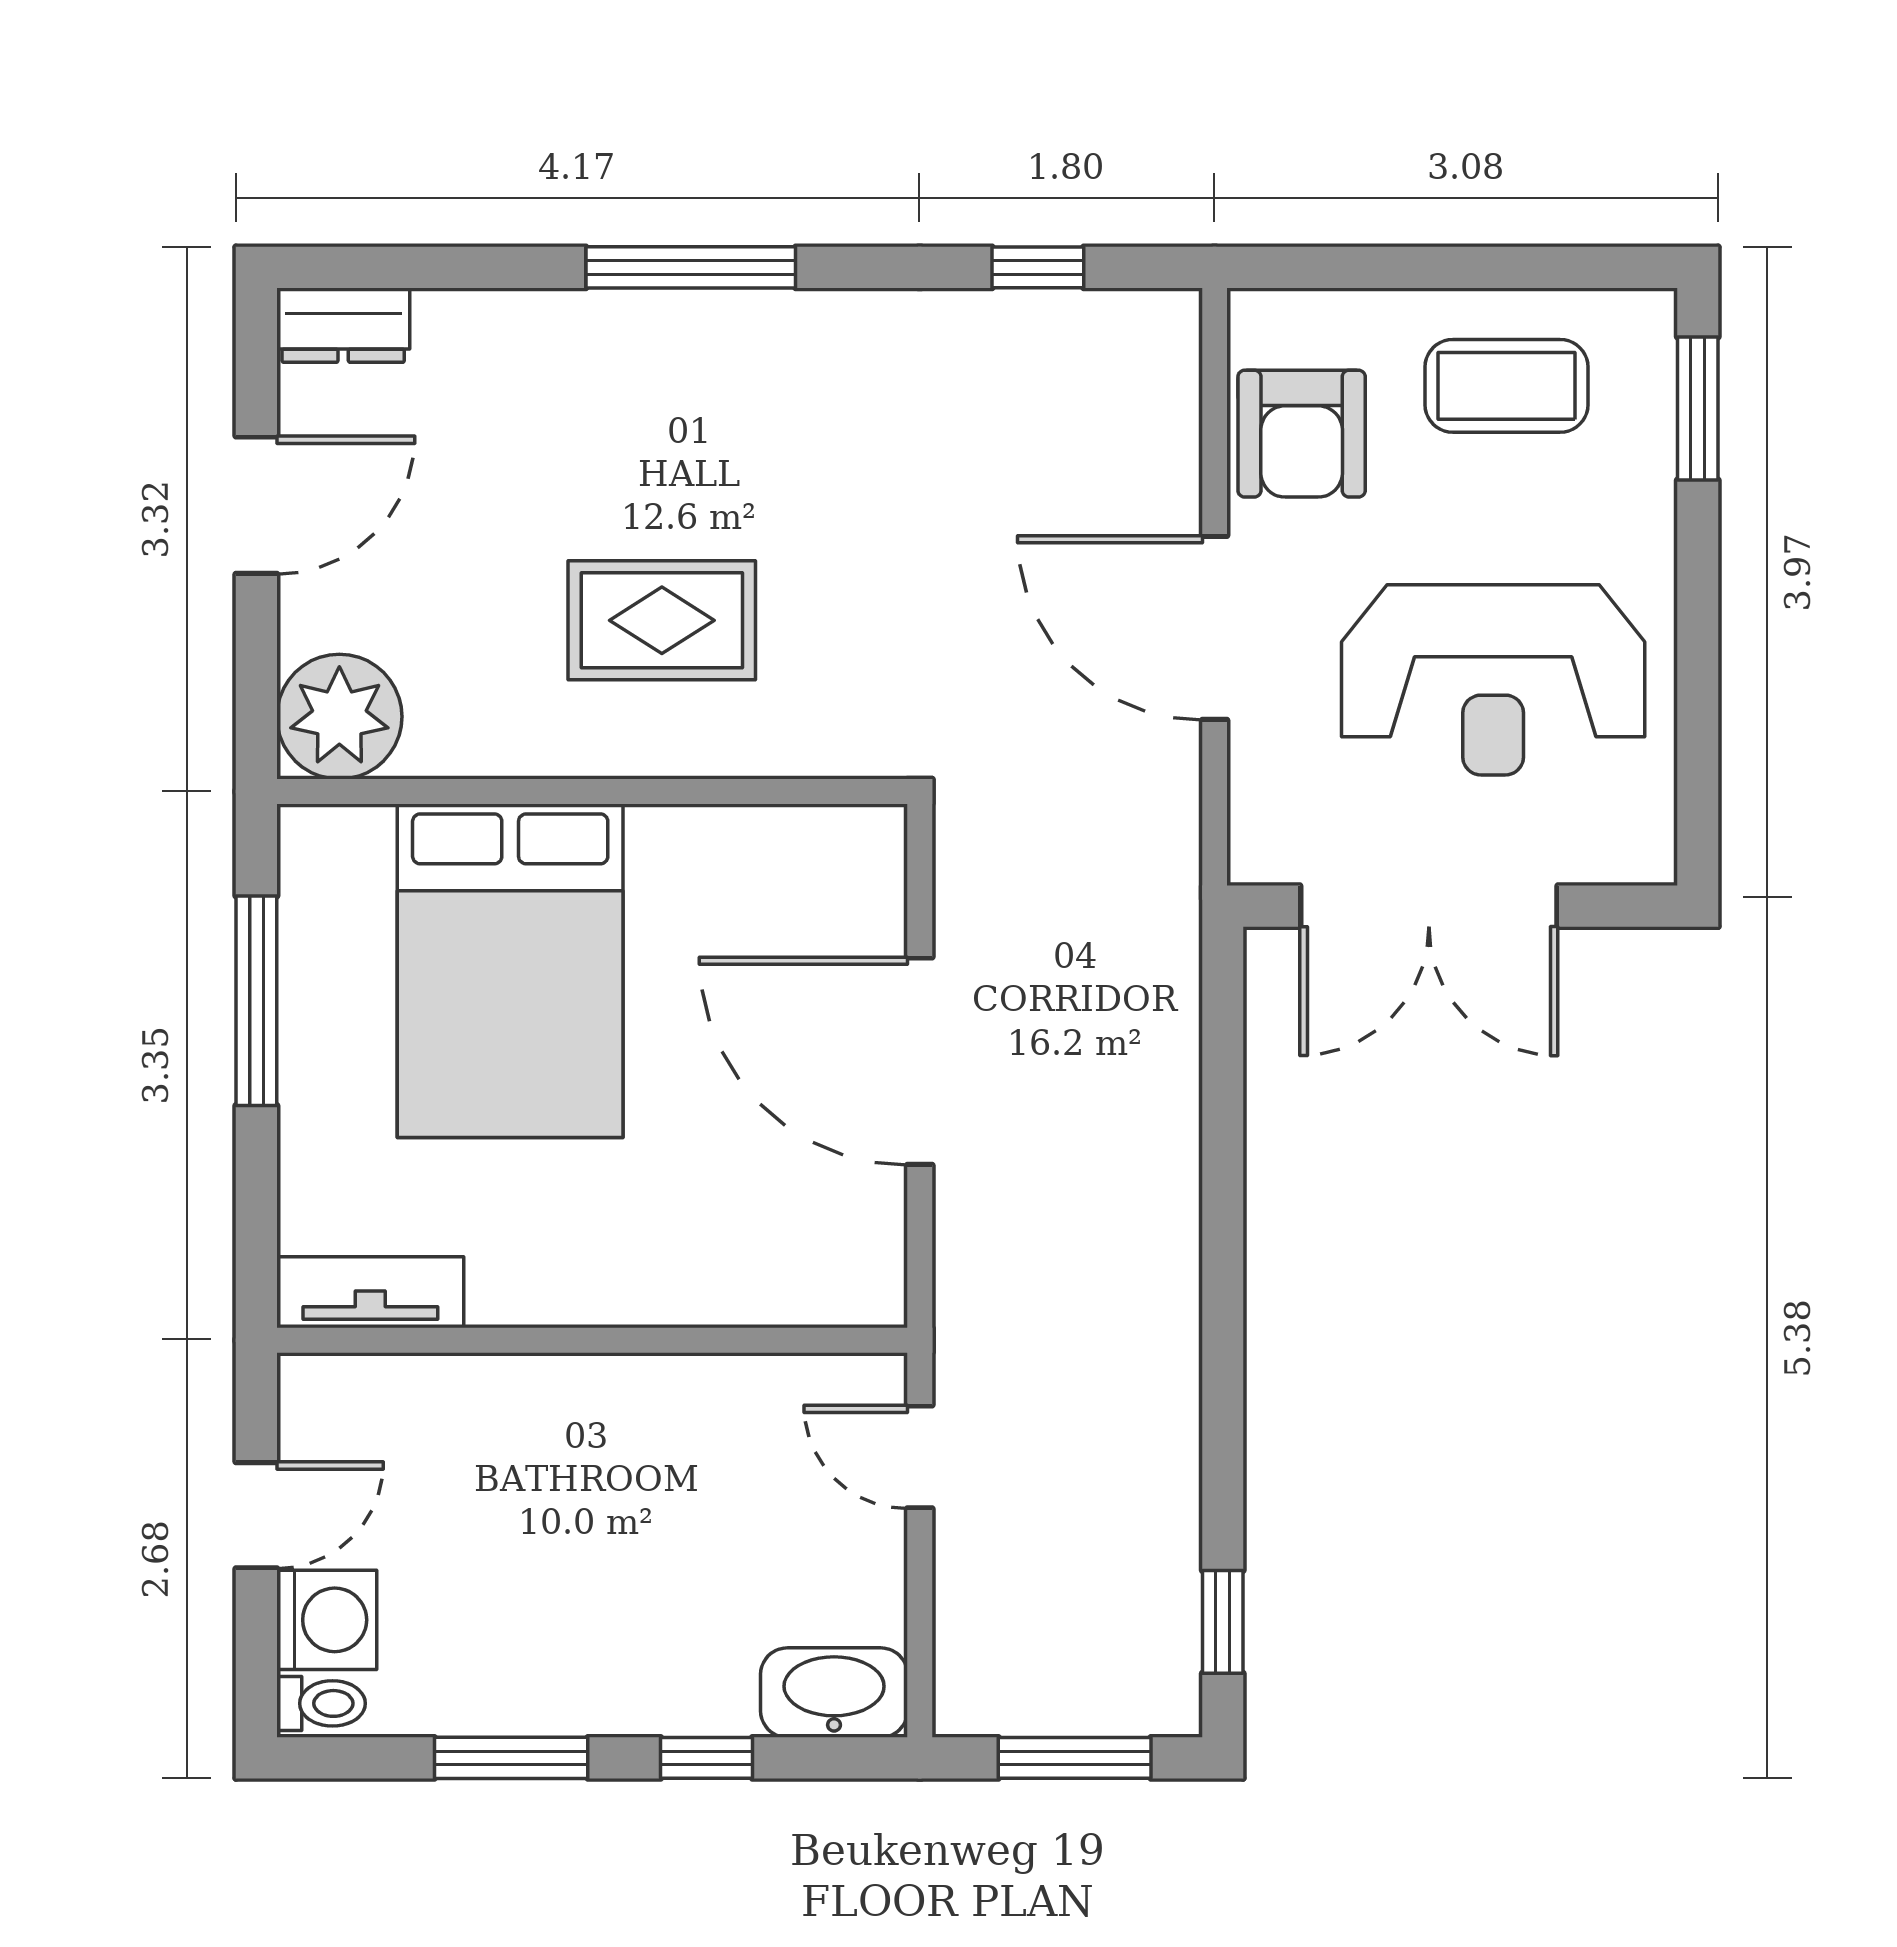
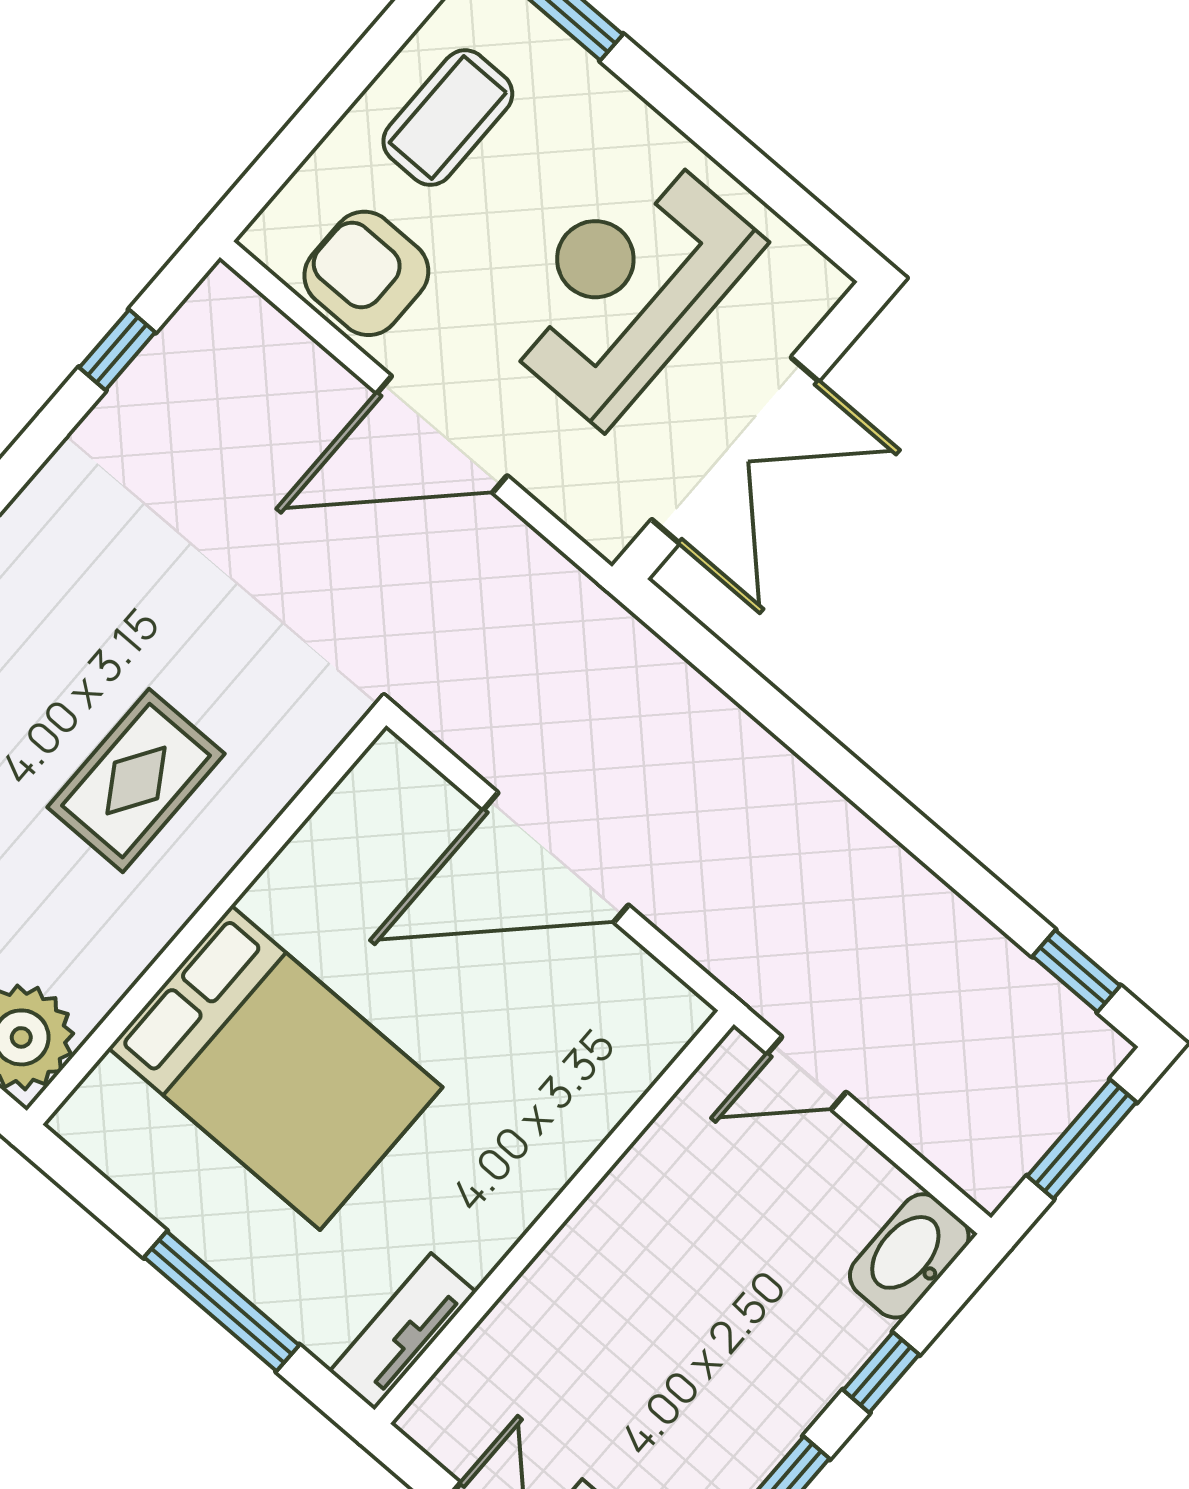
armchair: (1302, 434) -> (366, 273), turned 180
reception desk: (1493, 680) -> (627, 286), turned 180
window: (256, 1001) -> (222, 1301), moved

